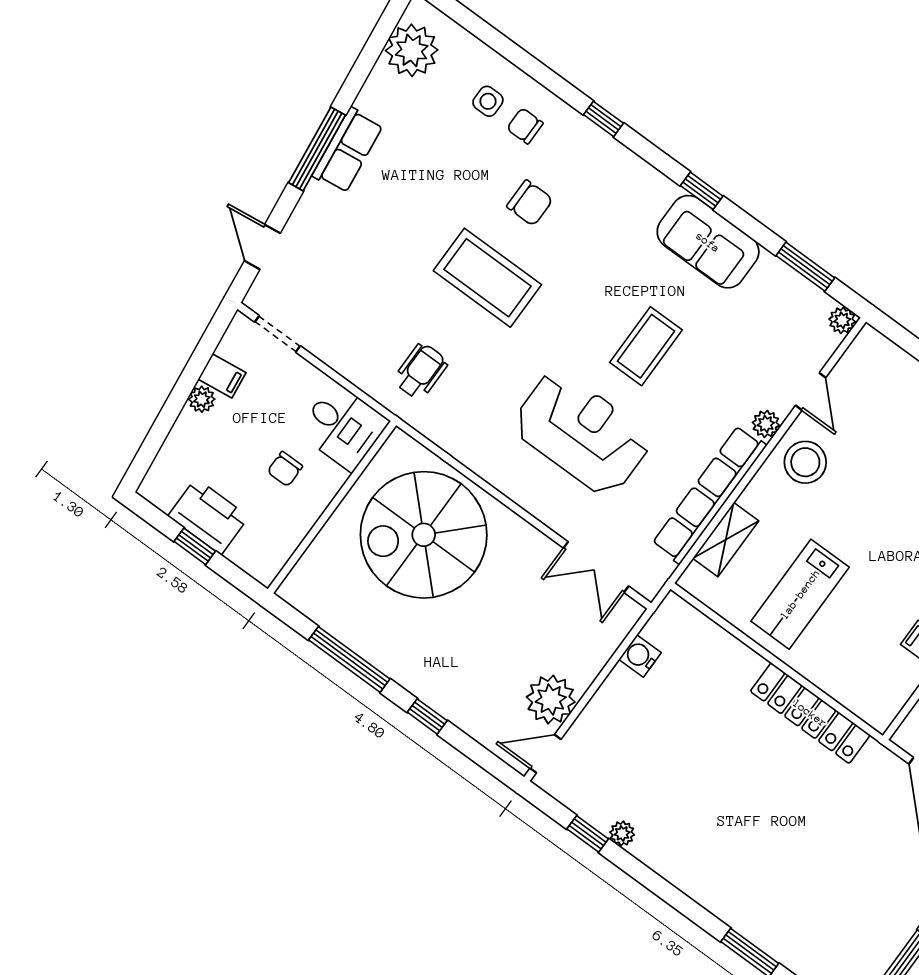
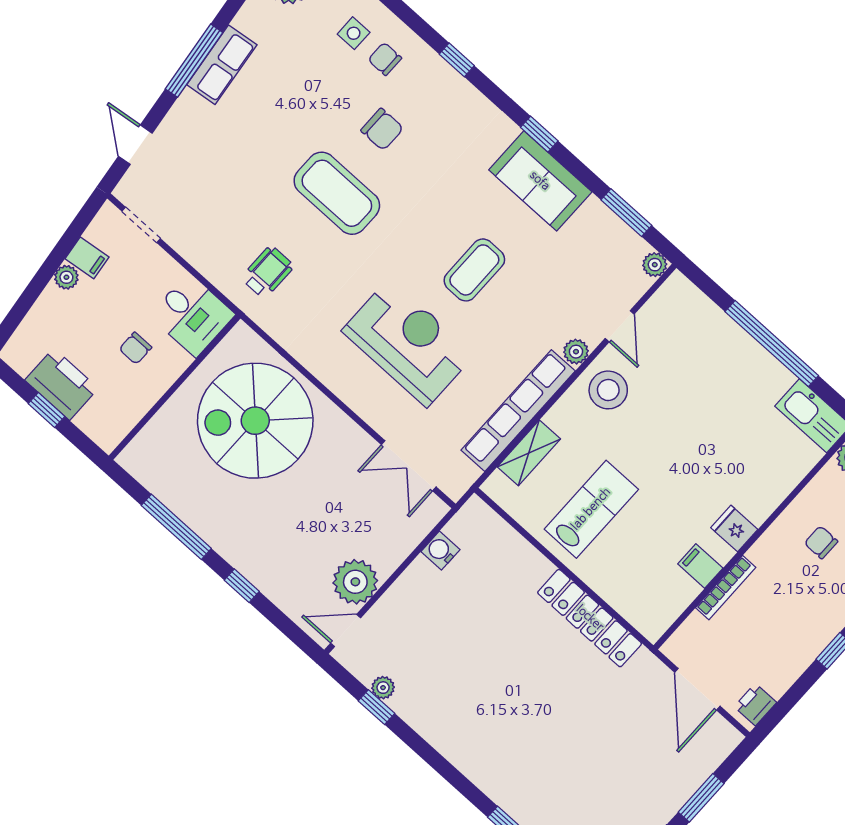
lab bench: (800, 594) -> (591, 509), turned 180
plant: (622, 833) -> (383, 688), moved

